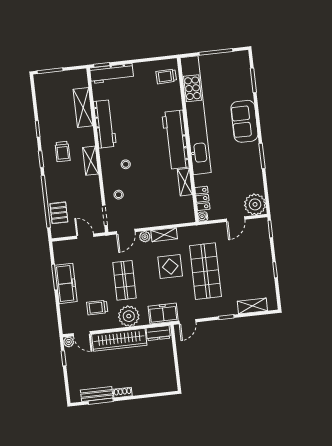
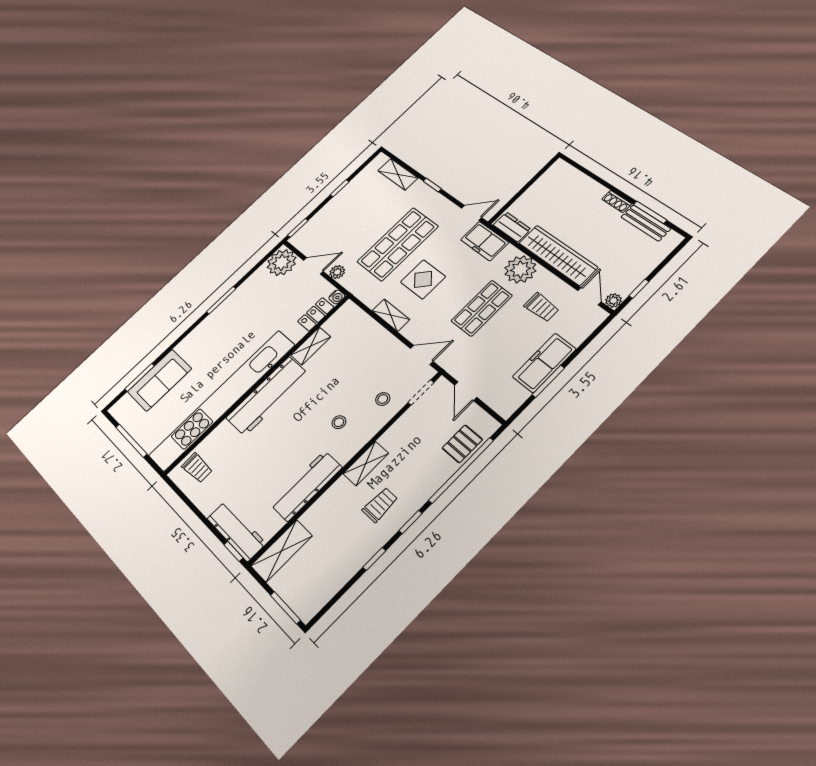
shelving: (83, 107) -> (282, 551), moved
sofa: (244, 121) -> (159, 380), moved
plant: (145, 237) -> (337, 272), moved

